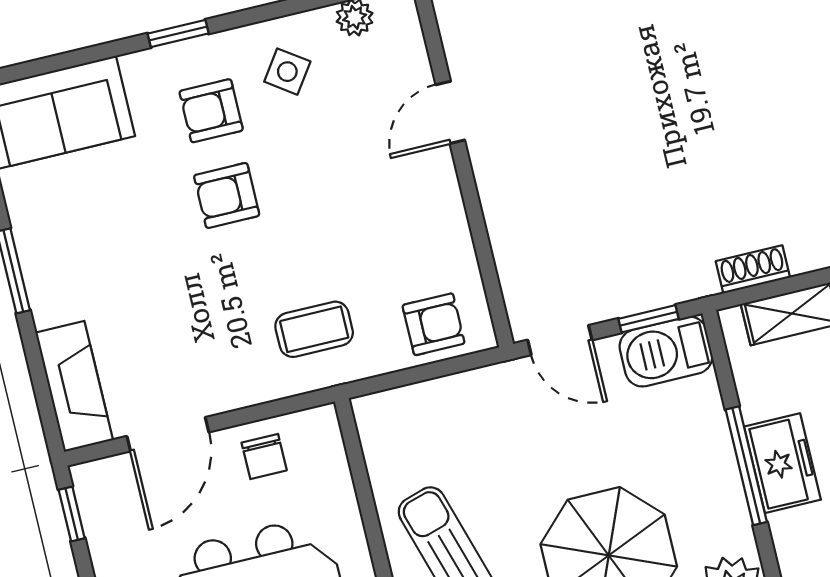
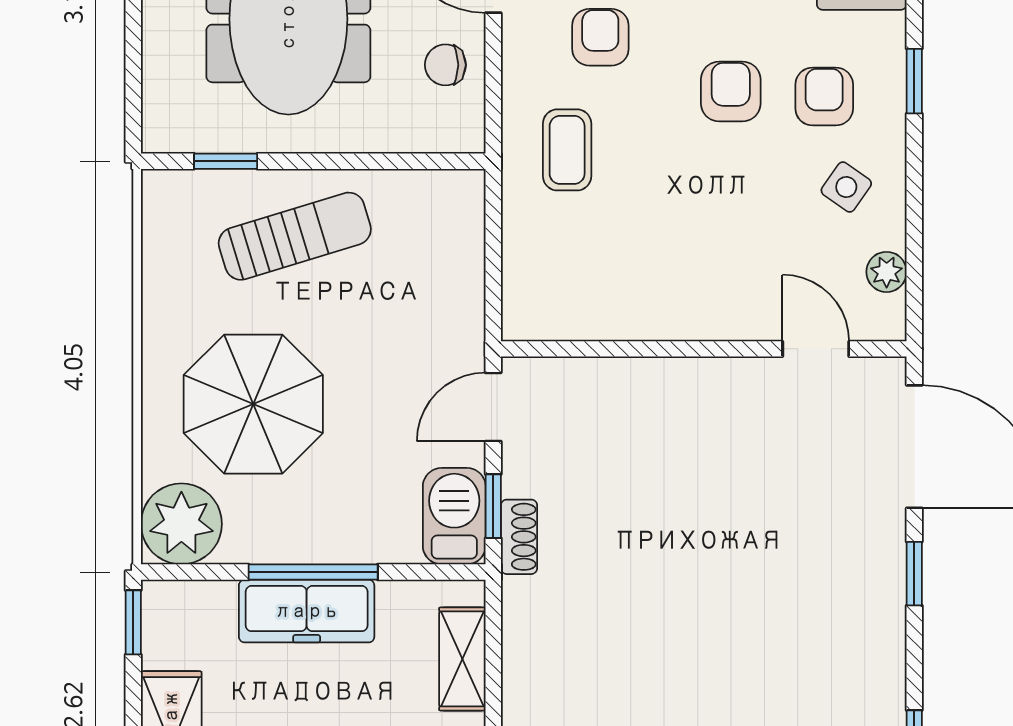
door: (450, 112) -> (816, 349), moved
shoe rack: (753, 269) -> (519, 537), moved
armchair: (434, 324) -> (600, 37), moved, turned 180
freezer: (782, 463) -> (307, 611), width x1.40

